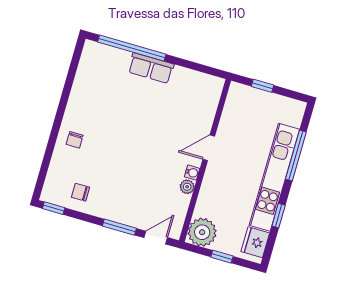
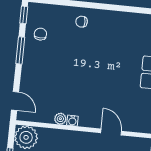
door: (209, 148) -> (111, 132), moved
window: (119, 227) -> (20, 50), moved

